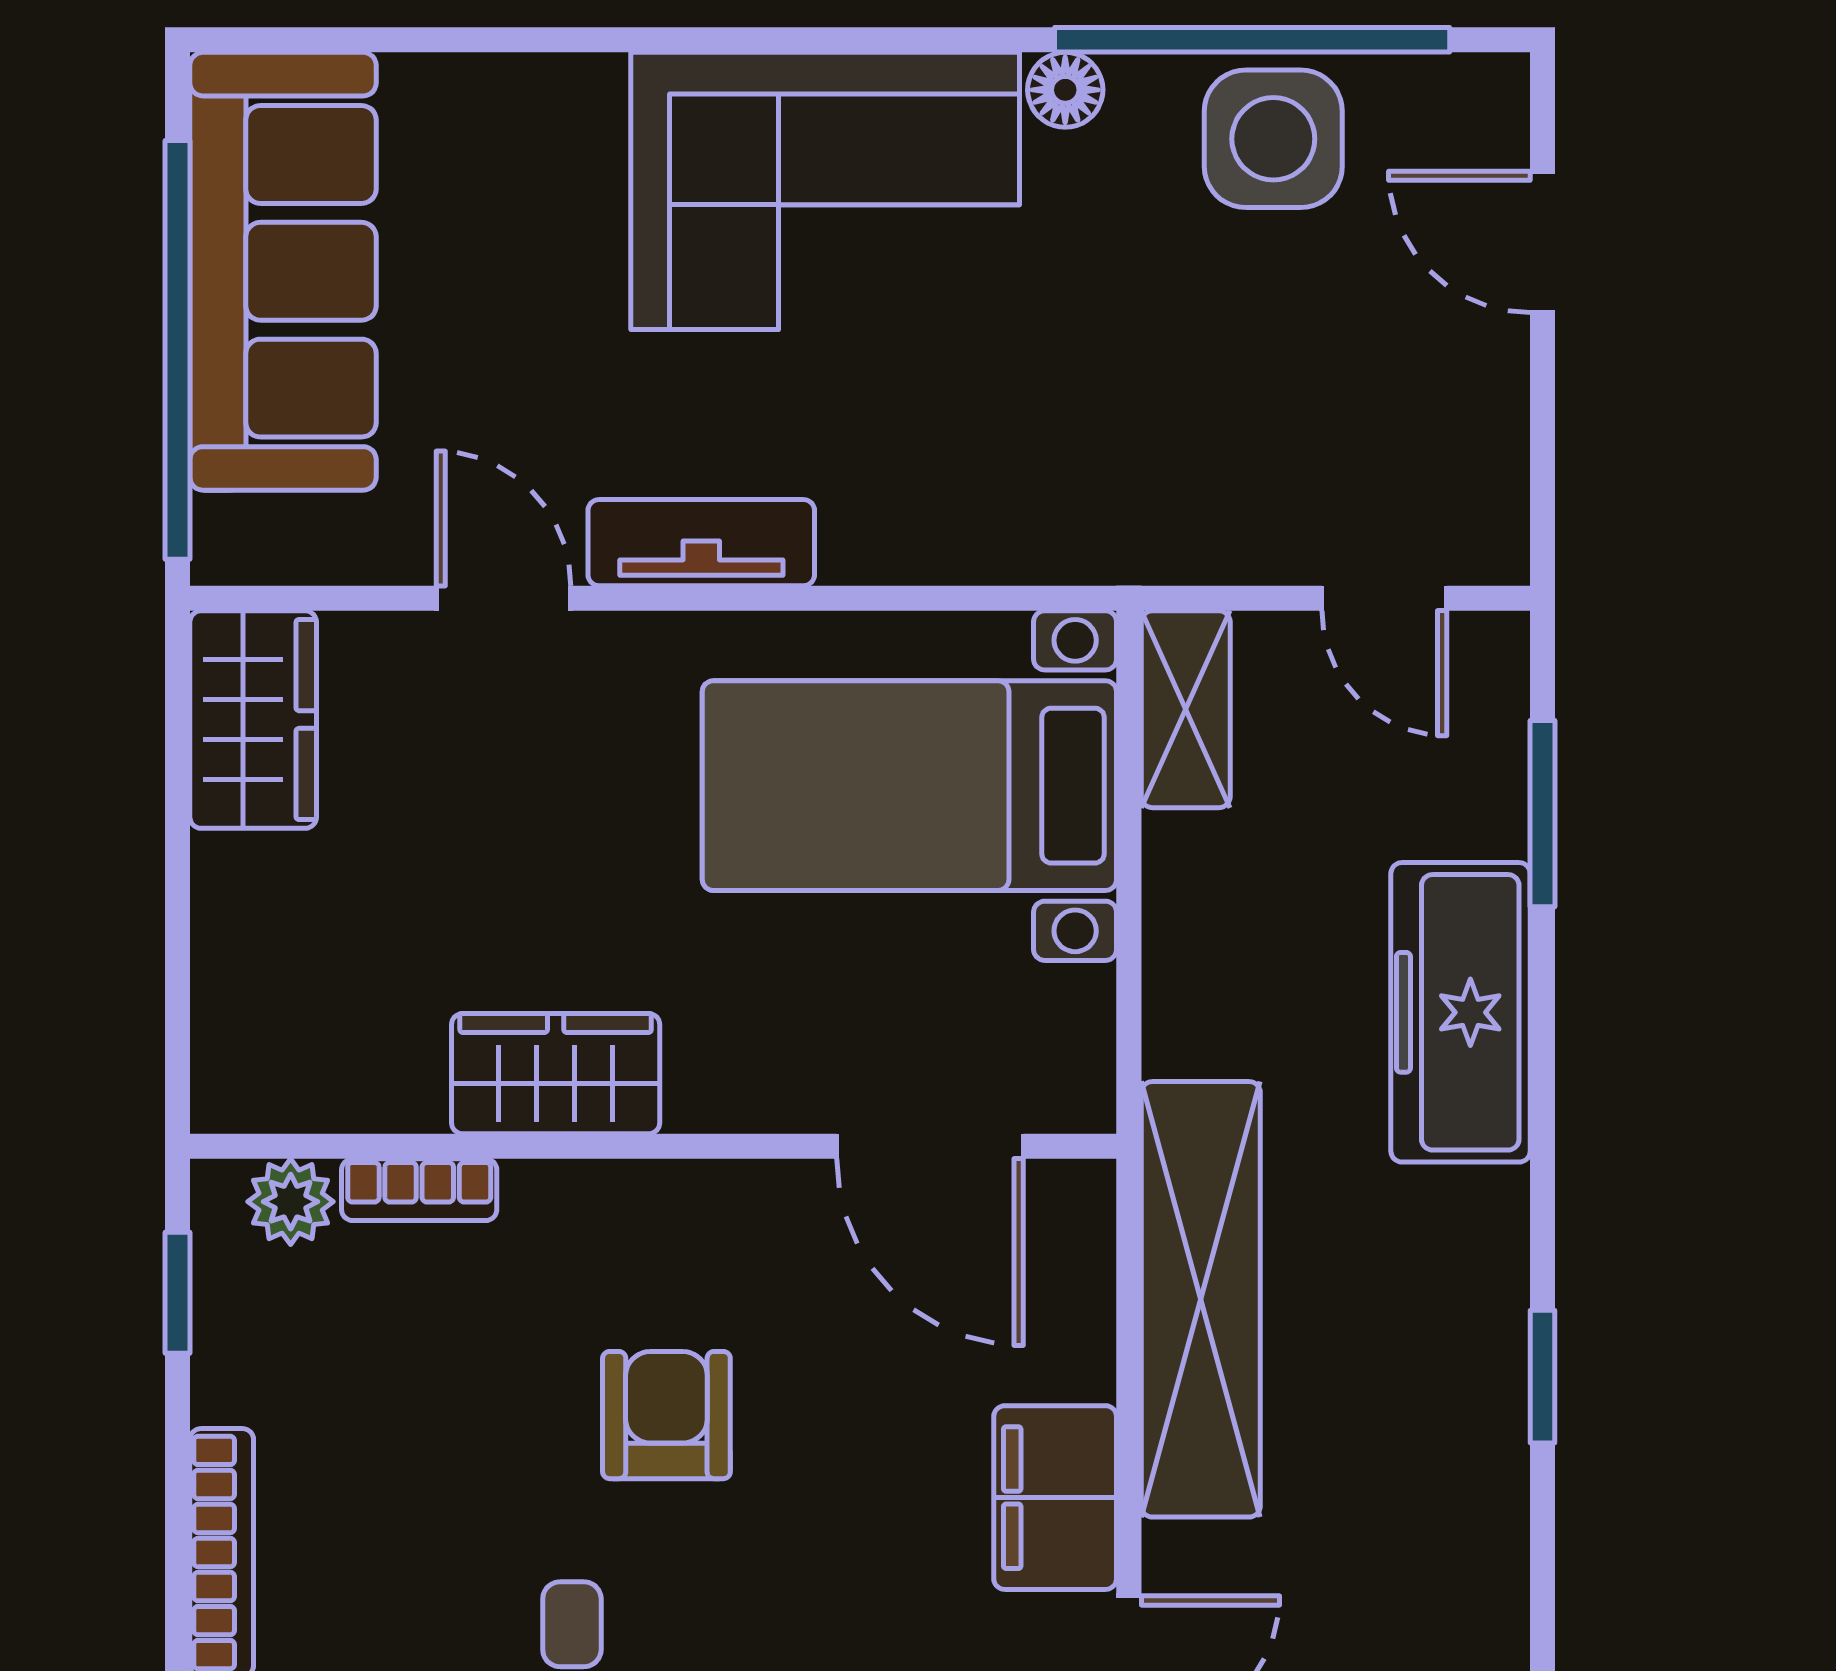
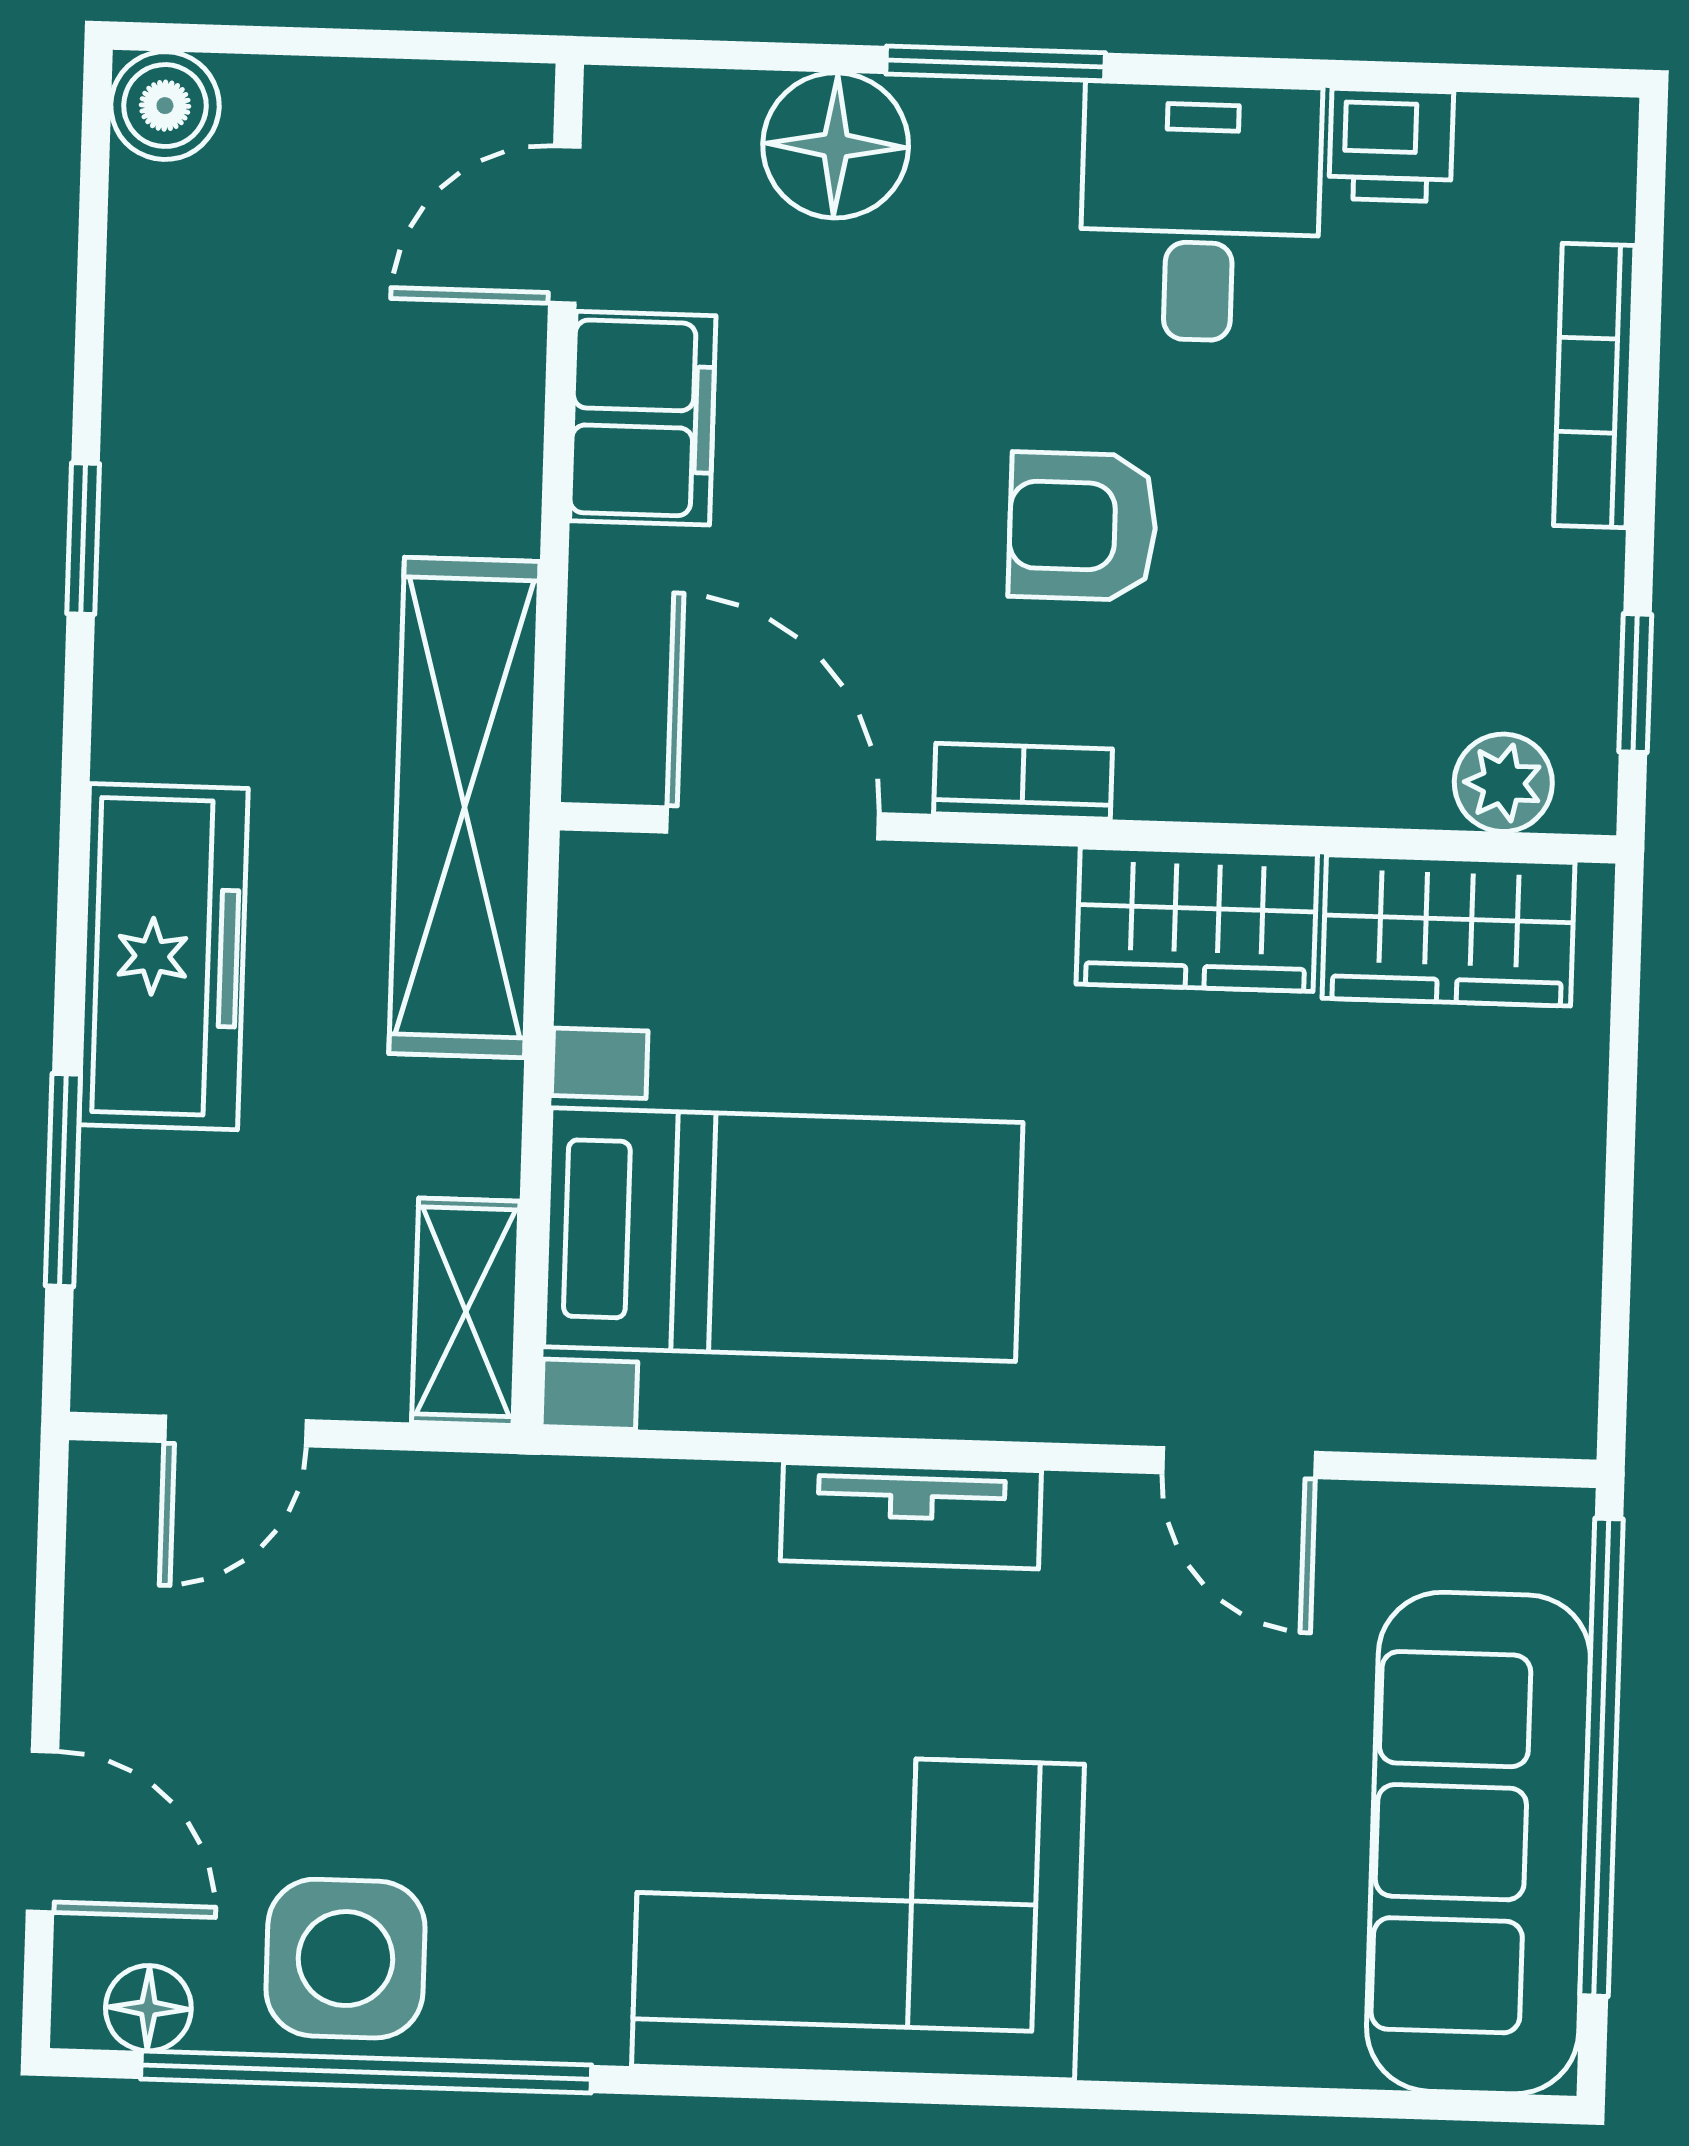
floor lamp: (1065, 90) -> (148, 2008), moved
tv unit: (701, 543) -> (911, 1516), moved
door: (1384, 598) -> (235, 1431), swing flipped
wardrobe: (253, 720) -> (1448, 930), moved, turned -90
bookcase: (419, 1190) -> (1023, 781), moved
shelving: (1201, 1299) -> (464, 807), moved
armchair: (666, 1415) -> (1083, 526), turned 90

